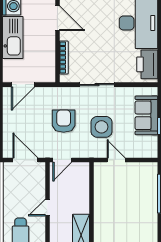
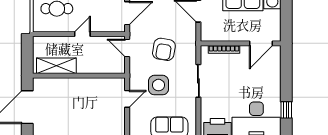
armchair: (64, 121) -> (164, 49), turned 100
door: (47, 207) -> (82, 34), hinge flipped

